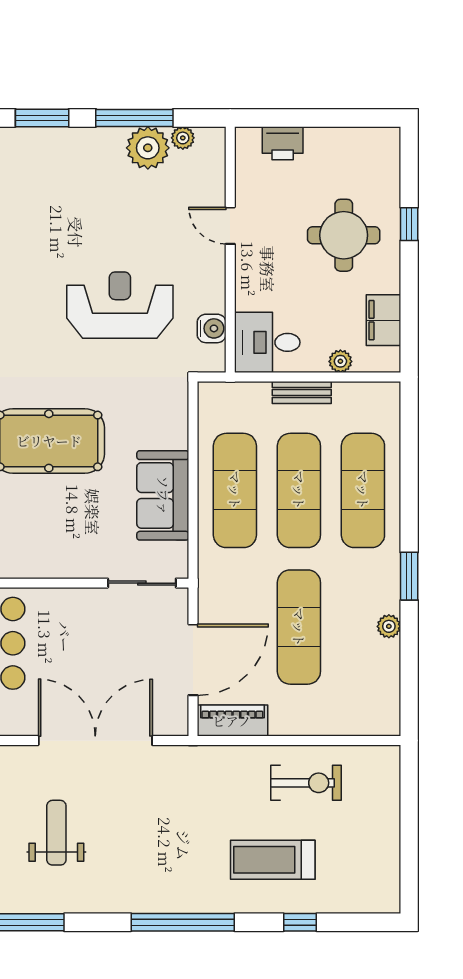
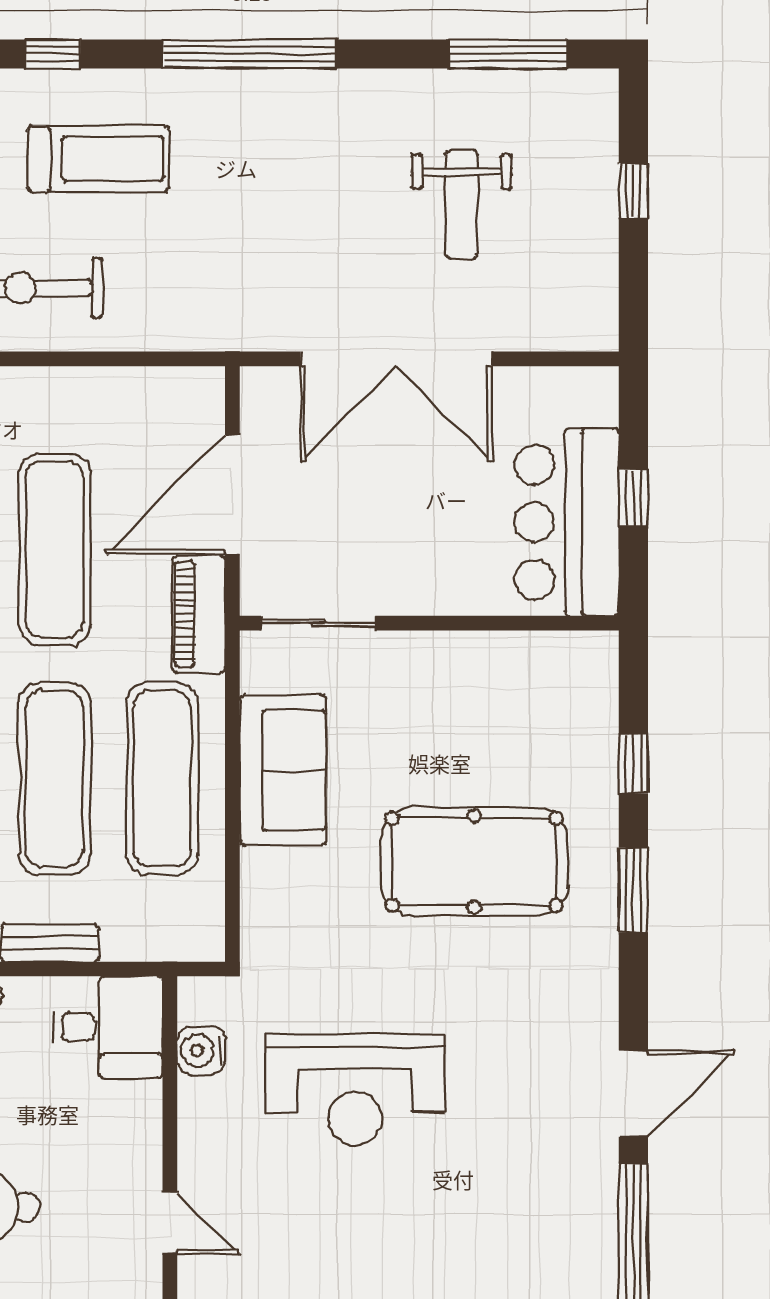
piano: (232, 721) -> (199, 614), moved, turned 90

